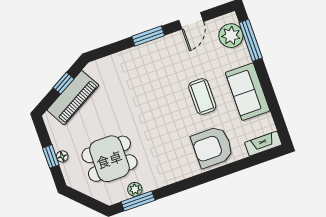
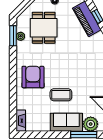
sofa: (248, 92) -> (66, 122), moved
armchair: (212, 147) -> (33, 77), moved

